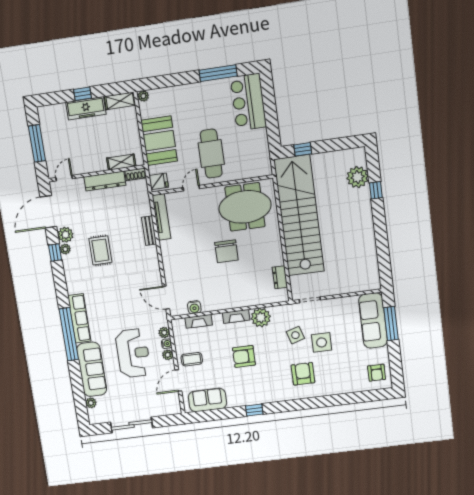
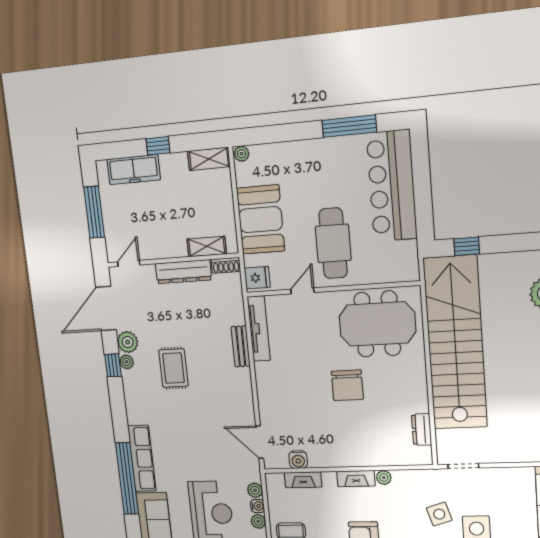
bar counter: (248, 102) -> (392, 186), width x1.36
freezer: (86, 108) -> (134, 170), moved
plant: (261, 318) -> (384, 477), width x0.53, depth x0.53

